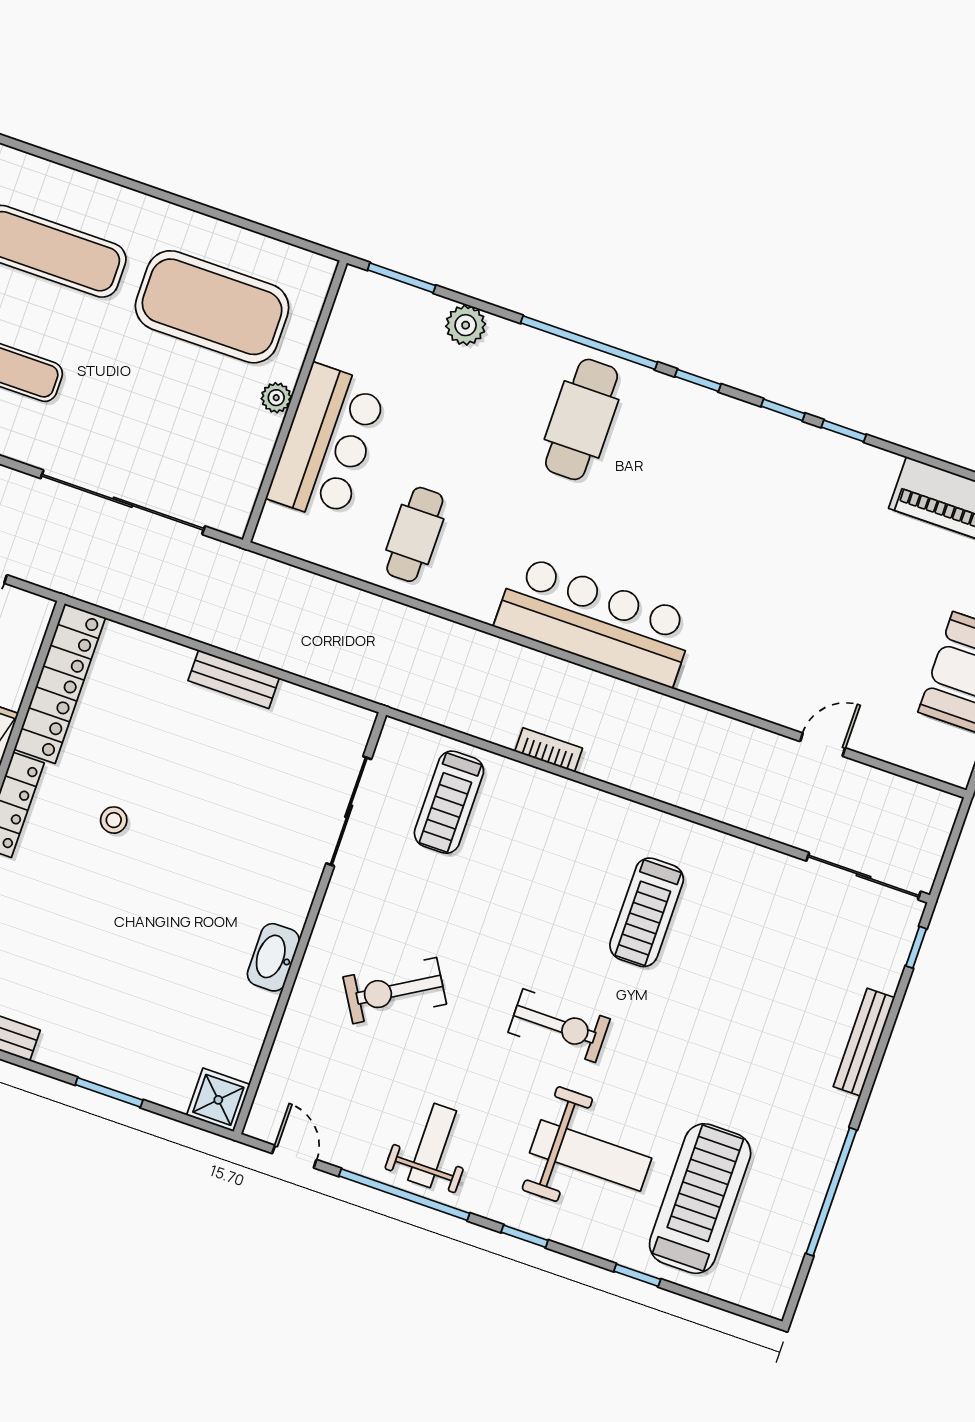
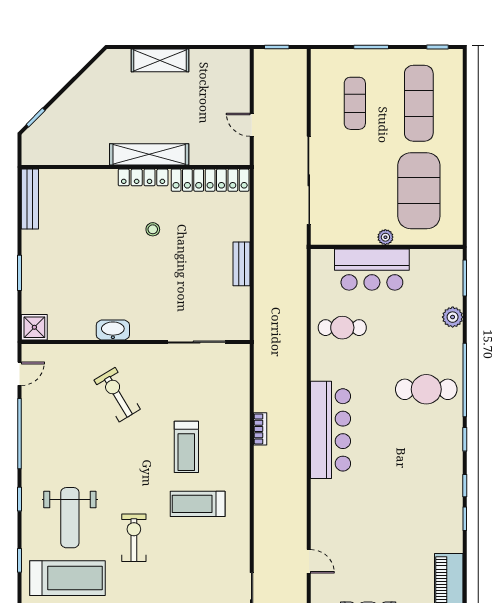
treadmill: (449, 802) -> (186, 447), moved, turned -90
exercise bike: (559, 1026) -> (134, 538), moved, turned 180
weight bench: (432, 1146) -> (48, 439), removed

